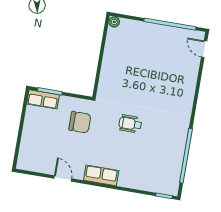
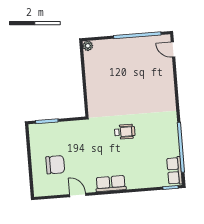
row of seats: (43, 99) -> (175, 171), moved, turned 90
chair: (80, 122) -> (55, 165), moved
wheelchair: (130, 124) -> (125, 132), turned 180

